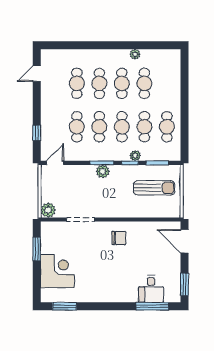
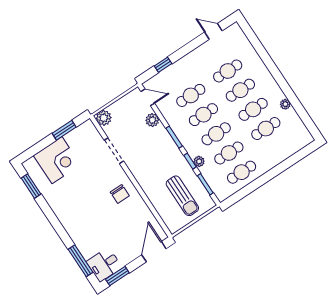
plant: (103, 171) -> (152, 120), moved
desk: (151, 289) -> (104, 265), moved

